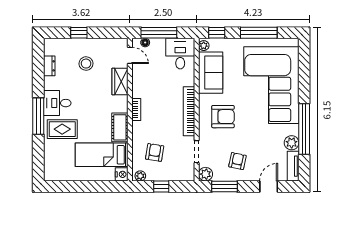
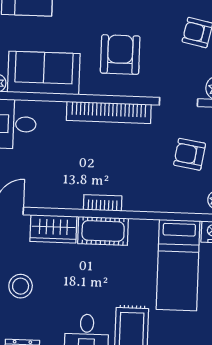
cot: (120, 127) -> (103, 231), moved
armchair: (155, 152) -> (190, 154), moved

